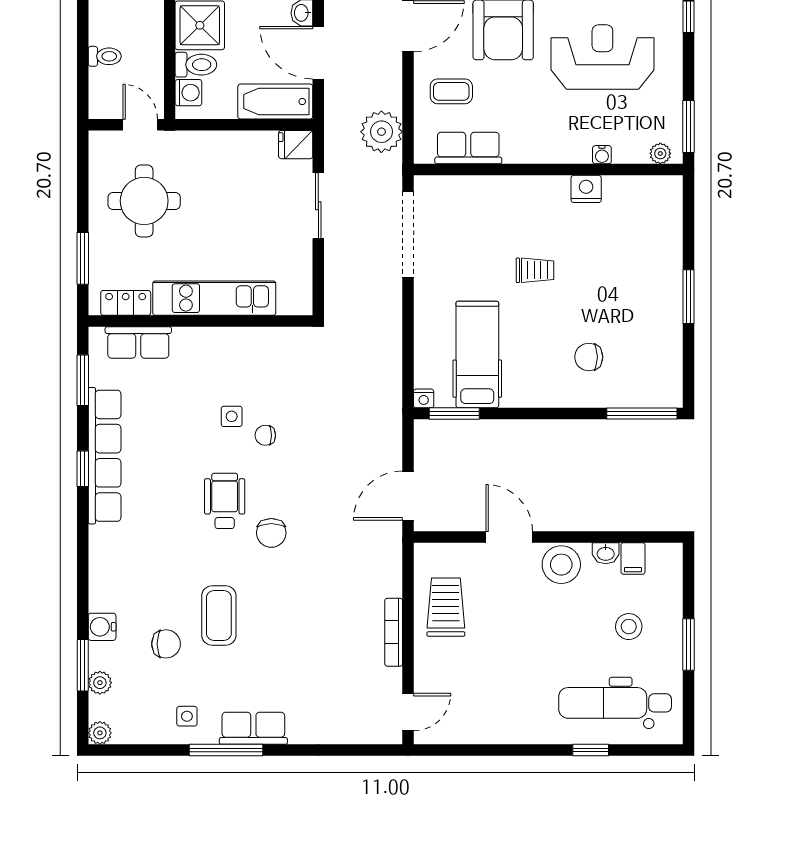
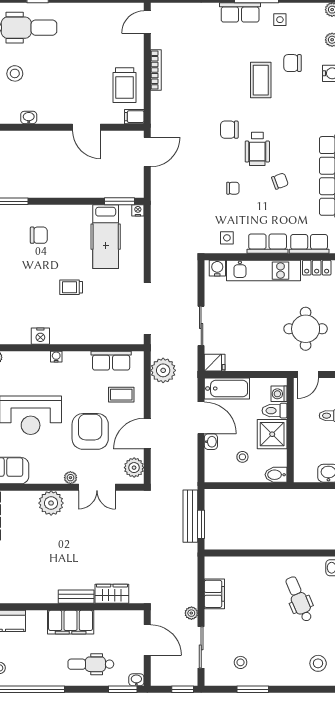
door: (140, 125) -> (308, 375), hinge flipped
water cooler: (602, 155) -> (56, 357), moved
water cooler: (291, 302) -> (217, 268), added
row of seats: (208, 343) -> (268, 244), added
side table: (232, 416) -> (227, 238), moved
chair: (187, 447) -> (280, 181), added
chair: (271, 533) -> (229, 130), turned -90
filing cabinet: (633, 559) -> (134, 117), moved, turned -90
stool: (561, 565) -> (55, 111), removed

